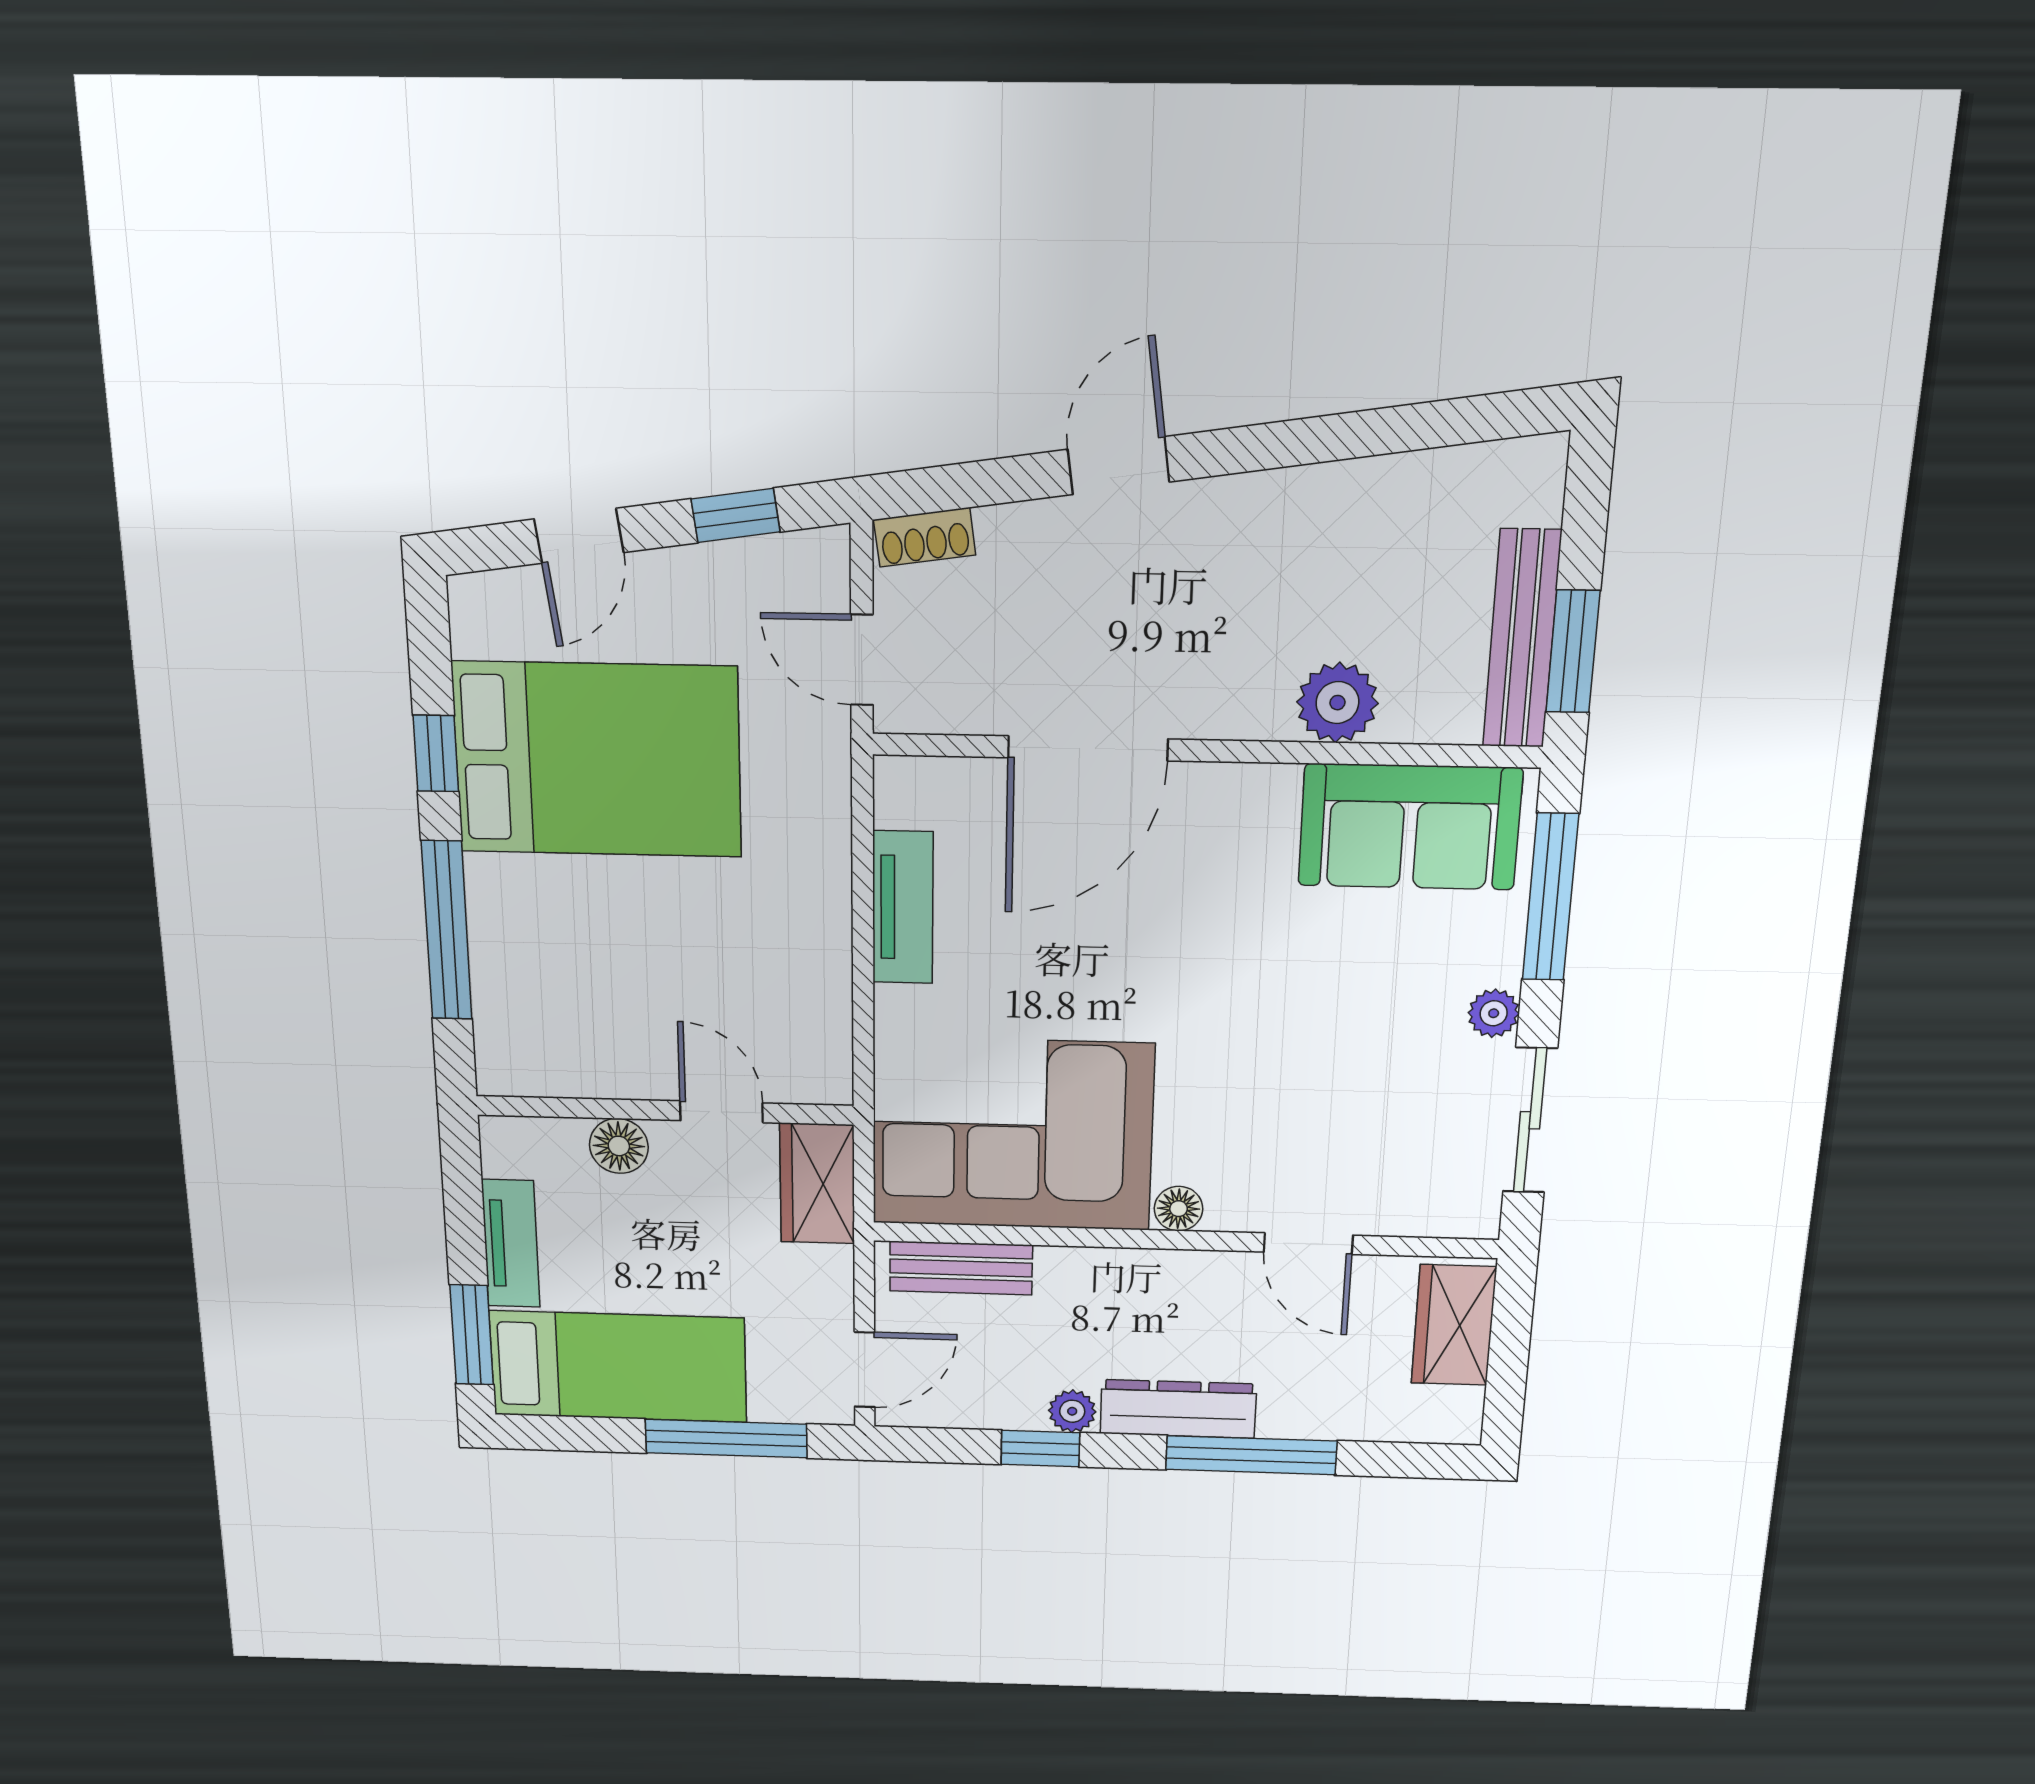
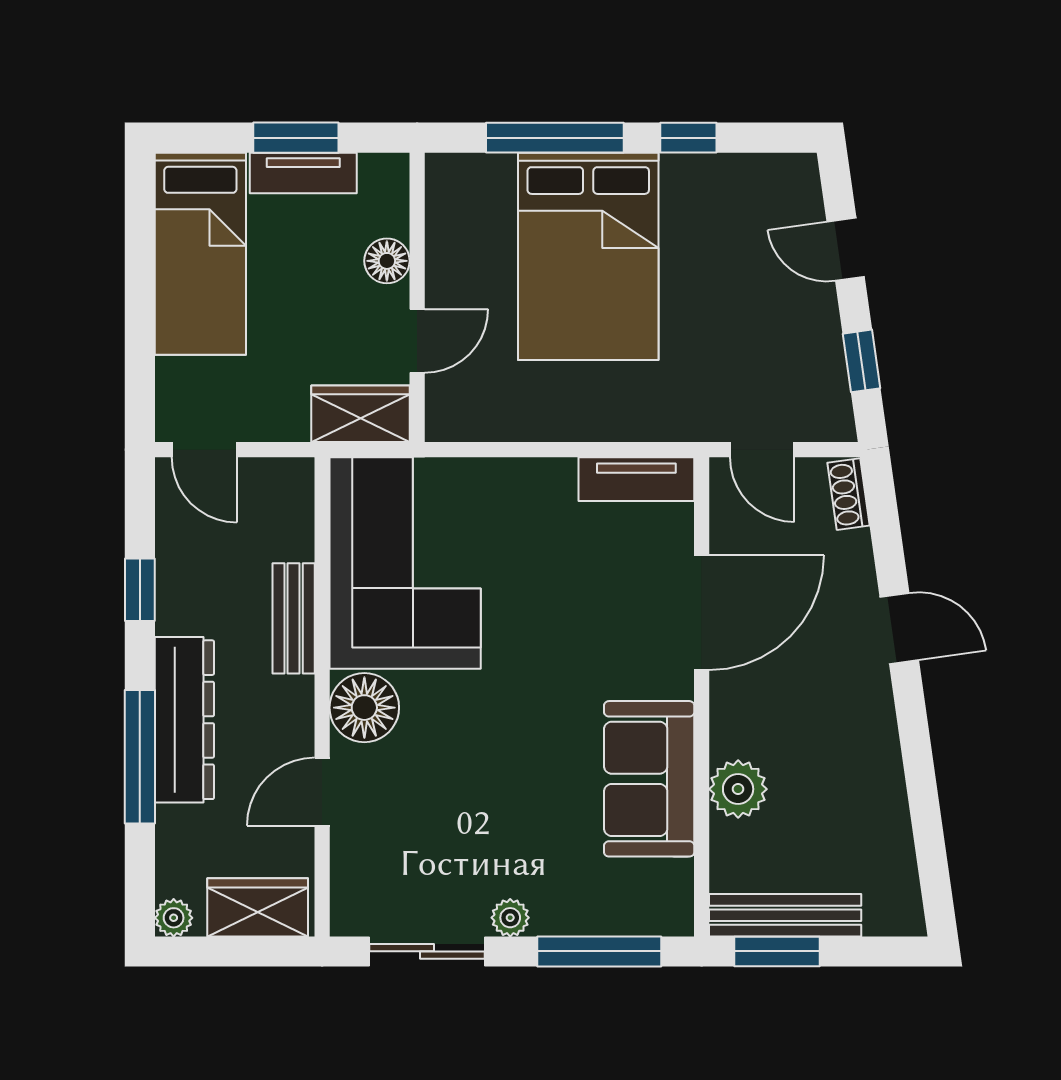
door: (862, 660) -> (762, 450), swing flipped
door: (1088, 748) -> (702, 612), swing flipped
bed: (597, 760) -> (588, 256), moved
sofa: (1410, 827) -> (649, 779), moved
tv unit: (903, 907) -> (636, 479), moved
floor lamp: (1179, 1209) -> (364, 708), width x1.89, depth x1.89
bench: (961, 1268) -> (294, 618), moved
window: (472, 1335) -> (296, 138), moved
dresser: (1178, 1409) -> (184, 720), width x1.37, depth x1.24
plant: (1072, 1411) -> (174, 918), moved
window: (726, 1439) -> (140, 338), removed

